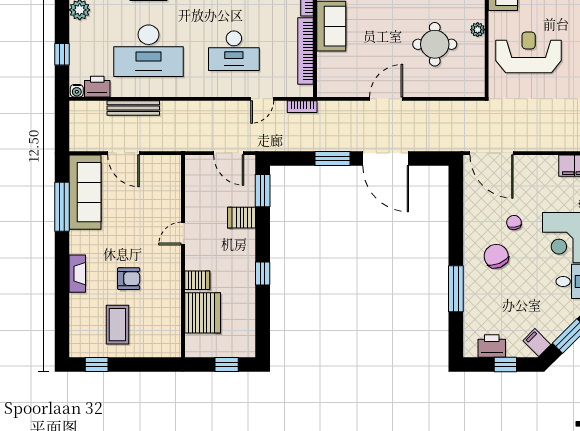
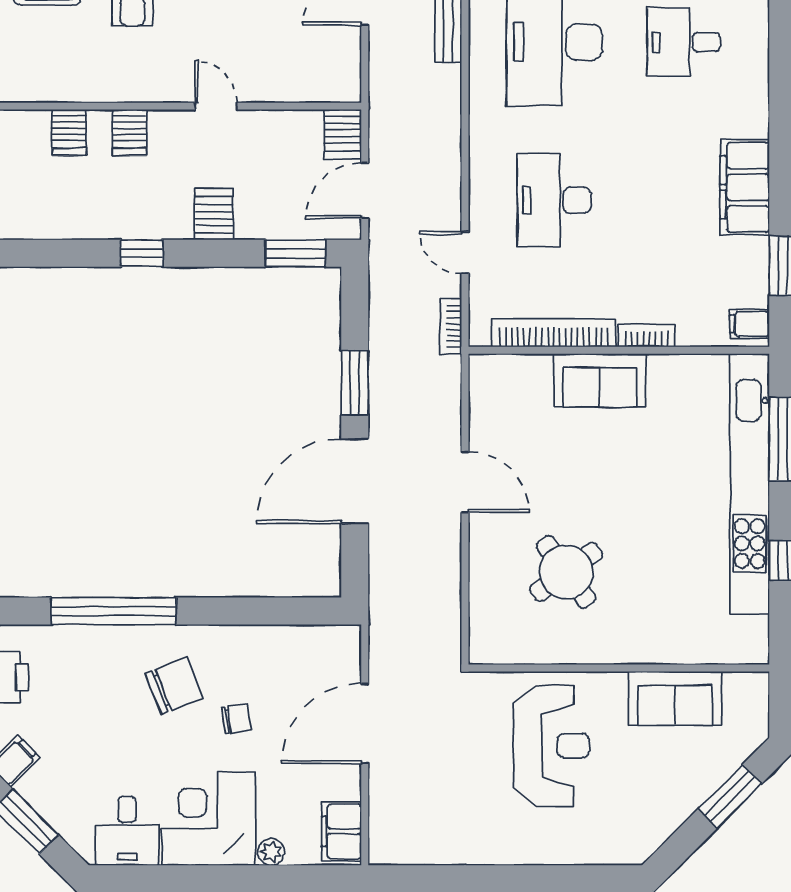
plant: (478, 30) -> (593, 651), removed
round table: (435, 44) -> (566, 572), turned -36
door: (492, 153) -> (365, 724), moved
server rack: (198, 165) -> (343, 134), added
server rack: (241, 218) -> (214, 214), moved
window: (456, 289) -> (114, 611), width x1.46
server rack: (203, 313) -> (69, 132), width x0.46, depth x0.70

